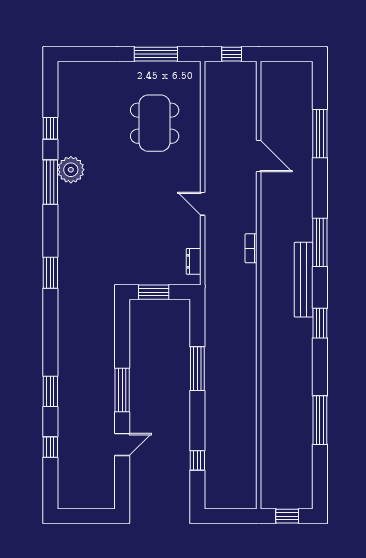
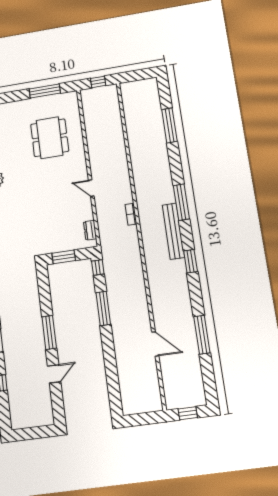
door: (259, 156) -> (155, 344), moved
window: (197, 460) -> (98, 268), moved

